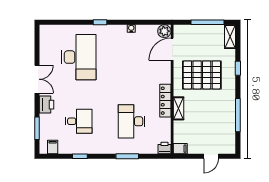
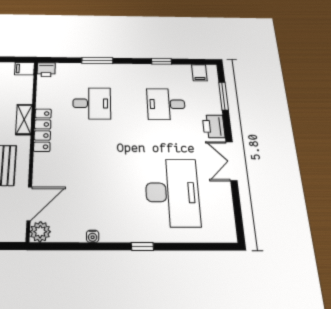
desk: (79, 57) -> (172, 192), turned 180
desk: (131, 121) -> (92, 103), width x0.73

